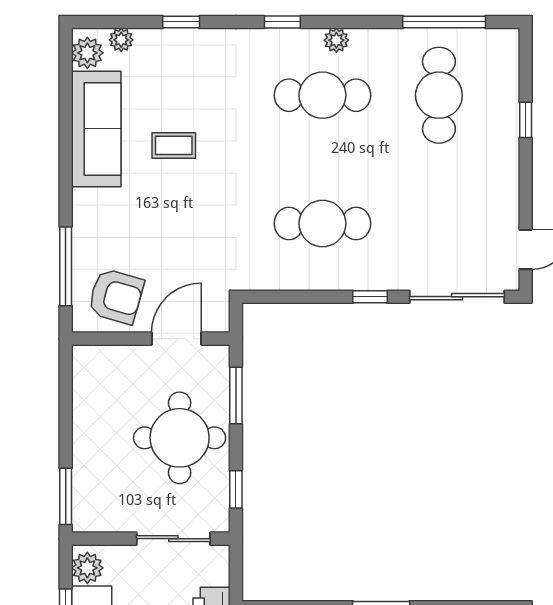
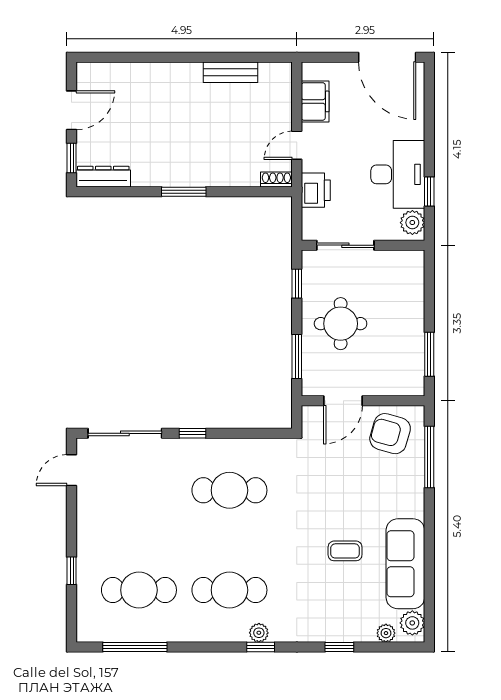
plant: (336, 40) -> (259, 633), moved
cafe table: (439, 95) -> (139, 590), turned 90
round table: (180, 438) -> (341, 324), width x0.73, depth x0.73
window: (66, 496) -> (429, 354), moved

